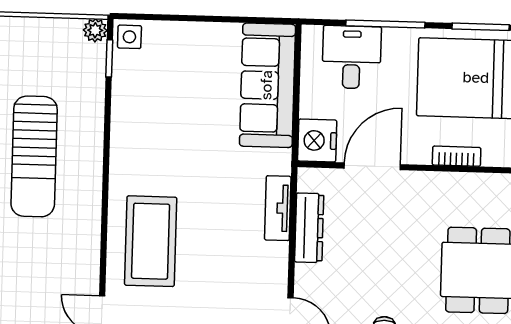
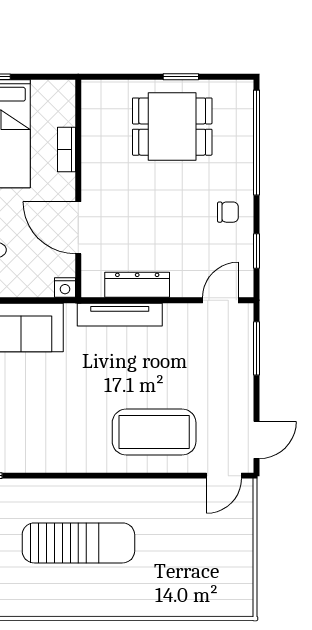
nightstand: (317, 141) -> (65, 288), width x0.53, depth x0.56
tv unit: (278, 208) -> (120, 315), width x1.41

